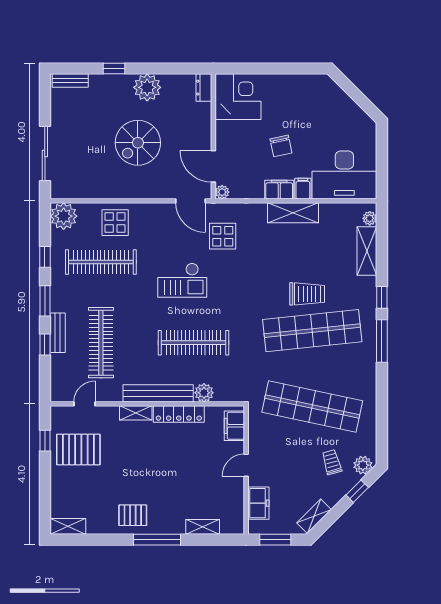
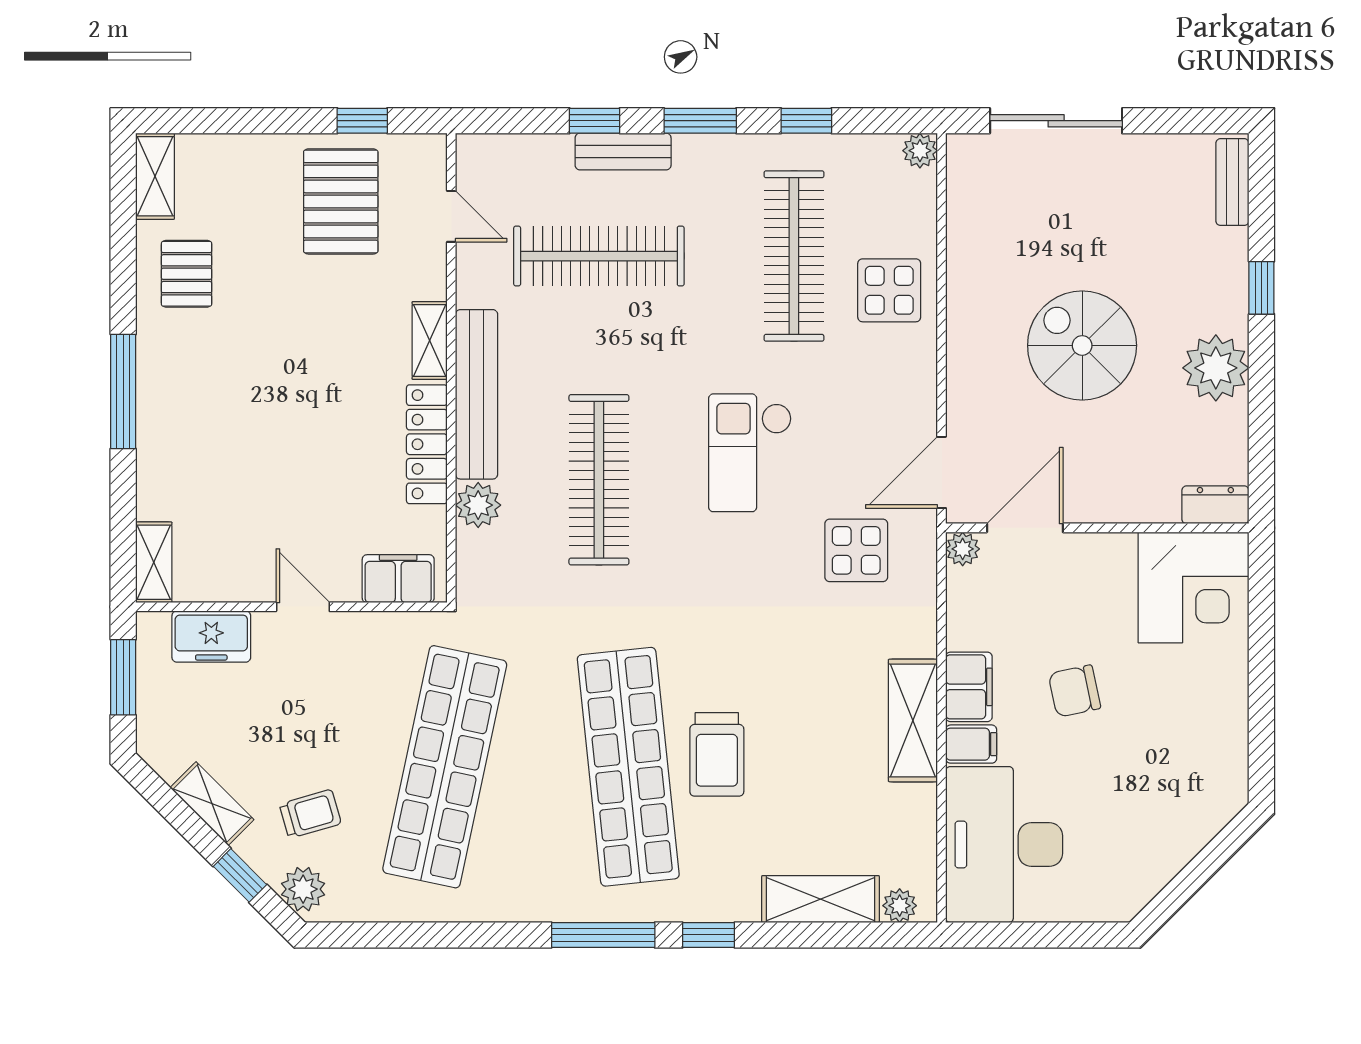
plant: (64, 216) -> (920, 151), width x0.53, depth x0.53
pallet: (133, 515) -> (187, 274), moved
shelving: (314, 516) -> (212, 804), moved
shelving: (203, 527) -> (154, 562), moved

